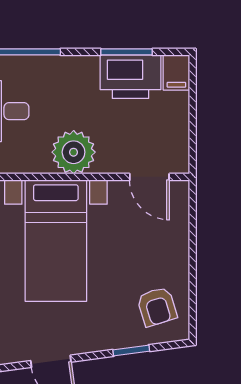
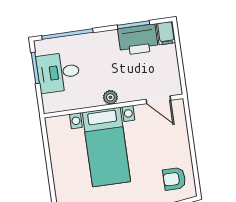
plant: (74, 152) -> (110, 97), width x0.53, depth x0.53
armchair: (157, 307) -> (174, 179), turned 107

